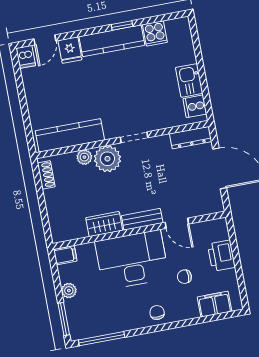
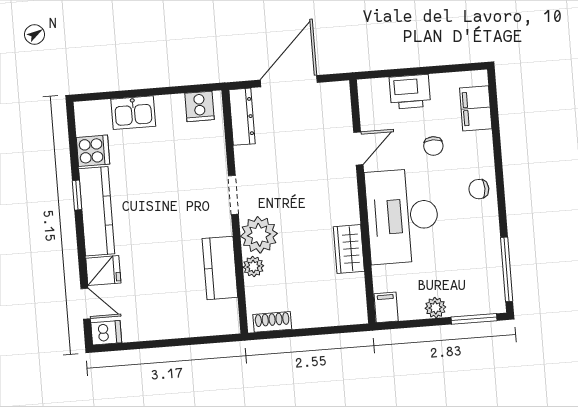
kitchen sink: (189, 80) -> (133, 113), moved
kitchen counter: (70, 135) -> (220, 268), width x0.67
bench: (142, 219) -> (348, 196), removed

